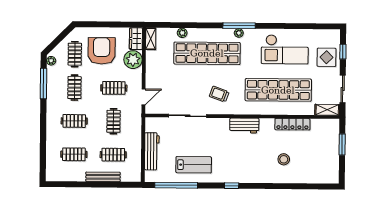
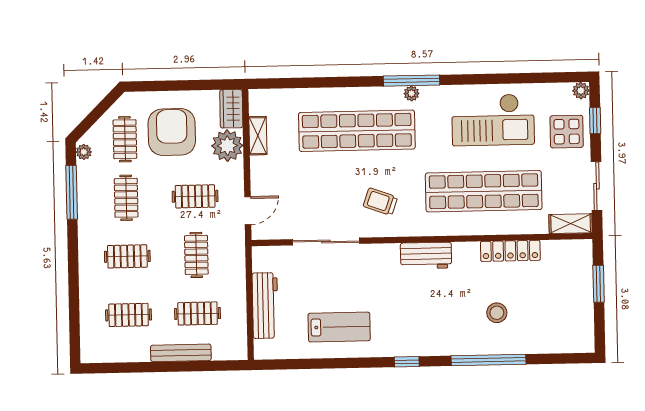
plant: (182, 33) -> (581, 91), moved
shelving: (151, 39) -> (258, 136), moved
window: (176, 185) -> (488, 360), moved

